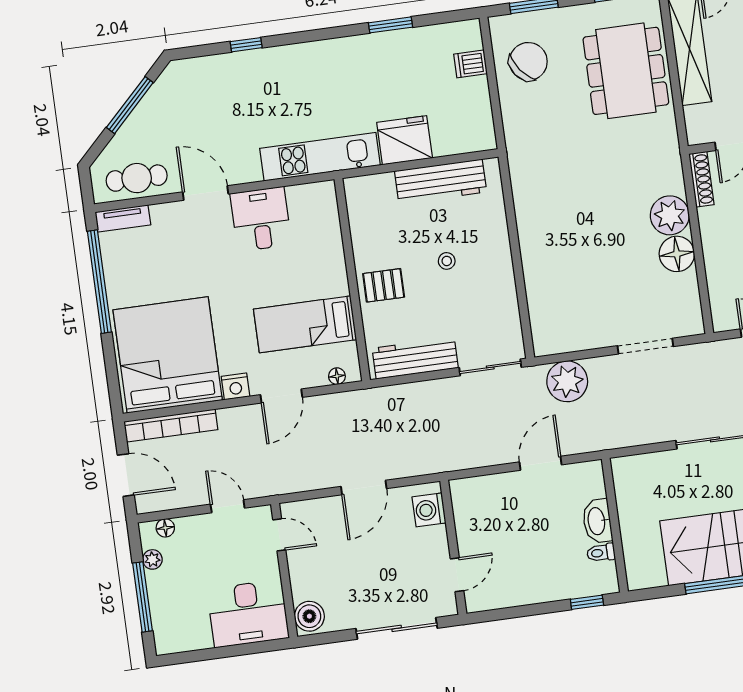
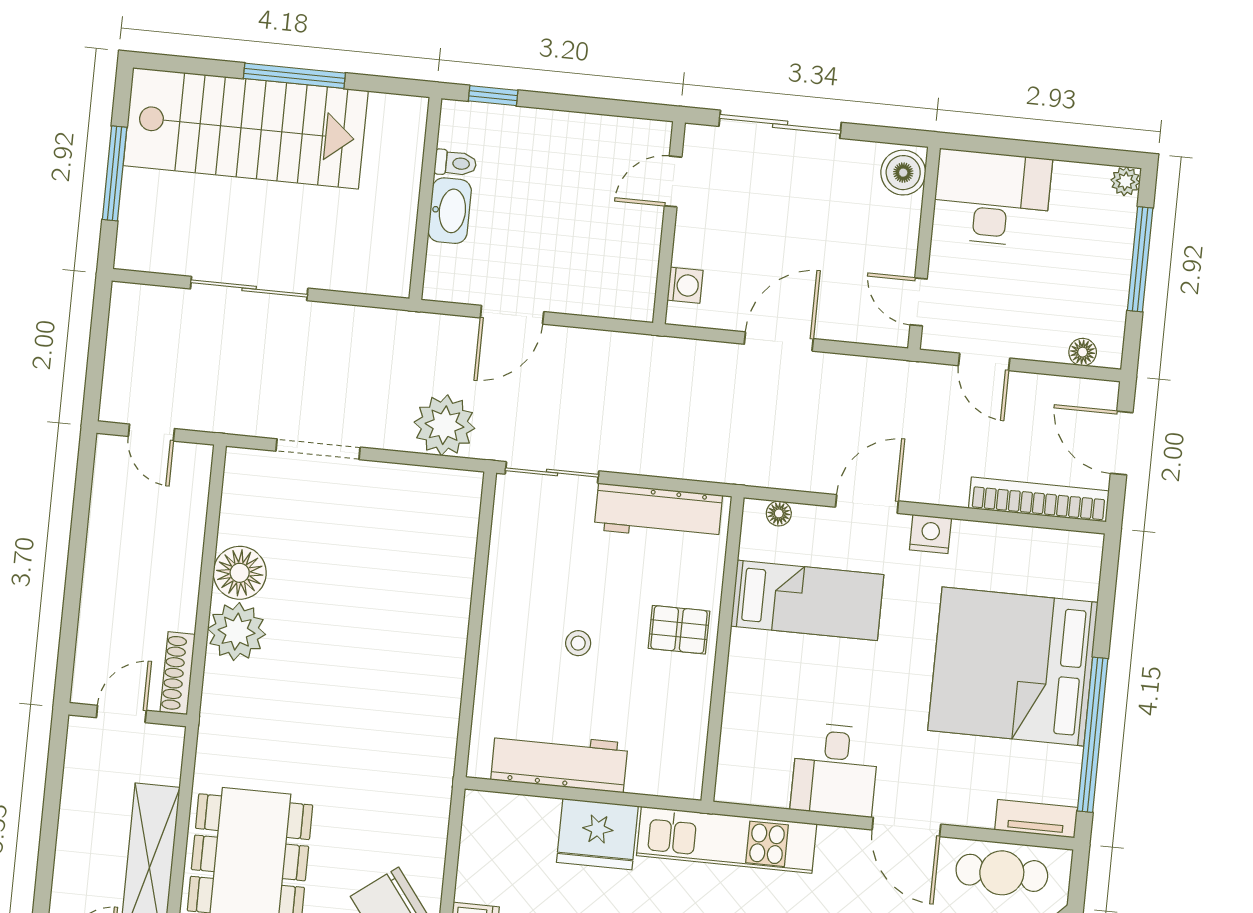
bed: (168, 355) -> (1013, 666), moved, turned 90
washing machine: (429, 510) -> (685, 285), width x0.73, depth x0.73
plant: (152, 559) -> (1125, 181), moved

